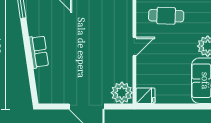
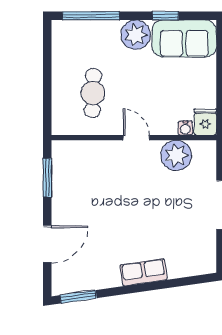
water cooler: (141, 82) -> (185, 128), added
plant: (122, 93) -> (176, 155), moved

